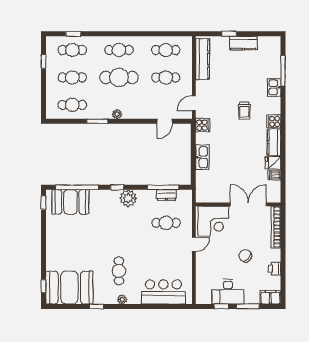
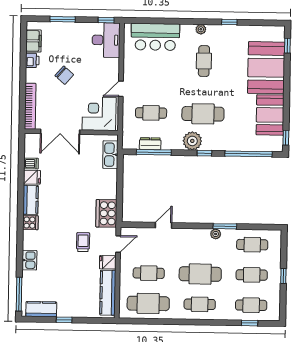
window: (229, 34) -> (64, 320), moved
kitchen counter: (243, 43) -> (41, 309), moved
cafe table: (166, 50) -> (148, 303), width x1.37, depth x1.35
window: (43, 62) -> (283, 276), moved
window: (283, 71) -> (19, 294), moved
fridge: (203, 87) -> (108, 262), added
trolley: (244, 111) -> (83, 242), moved
plant: (117, 114) -> (216, 234), moved
door: (165, 121) -> (163, 225), moved
cooker: (203, 125) -> (106, 213), width x1.87, depth x1.31
kitchen sink: (202, 157) -> (110, 155), moved
booth: (70, 202) -> (270, 115), moved, turned 90
cafe table: (119, 223) -> (203, 114), added
booth: (69, 288) -> (266, 68), moved, turned 90
desk: (228, 292) -> (106, 40), moved, turned 90
filing cabinet: (270, 297) -> (34, 41), moved, turned -90
window: (221, 306) -> (106, 20), moved

